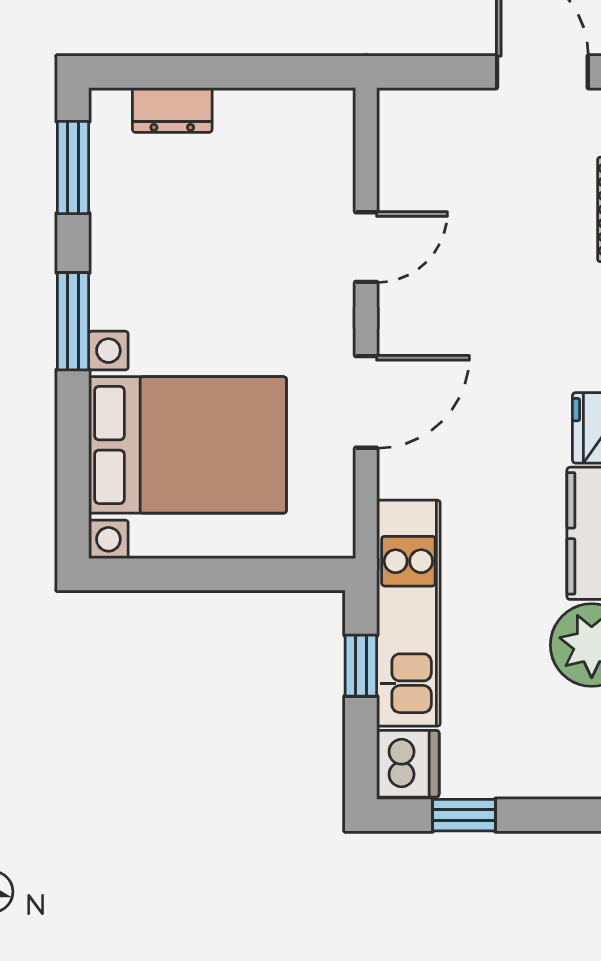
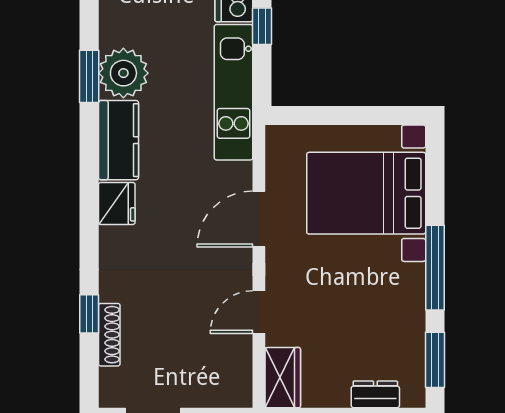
wardrobe: (326, 138) -> (283, 378), added
window: (73, 321) -> (435, 268), width x1.44
window: (361, 666) -> (262, 26), moved

